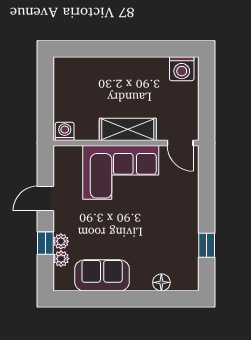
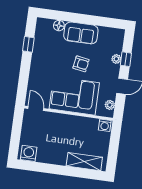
shelving: (128, 129) -> (84, 162), moved
armchair: (117, 225) -> (81, 64), added
plant: (61, 259) -> (110, 105), moved
sofa: (102, 275) -> (81, 33), moved

